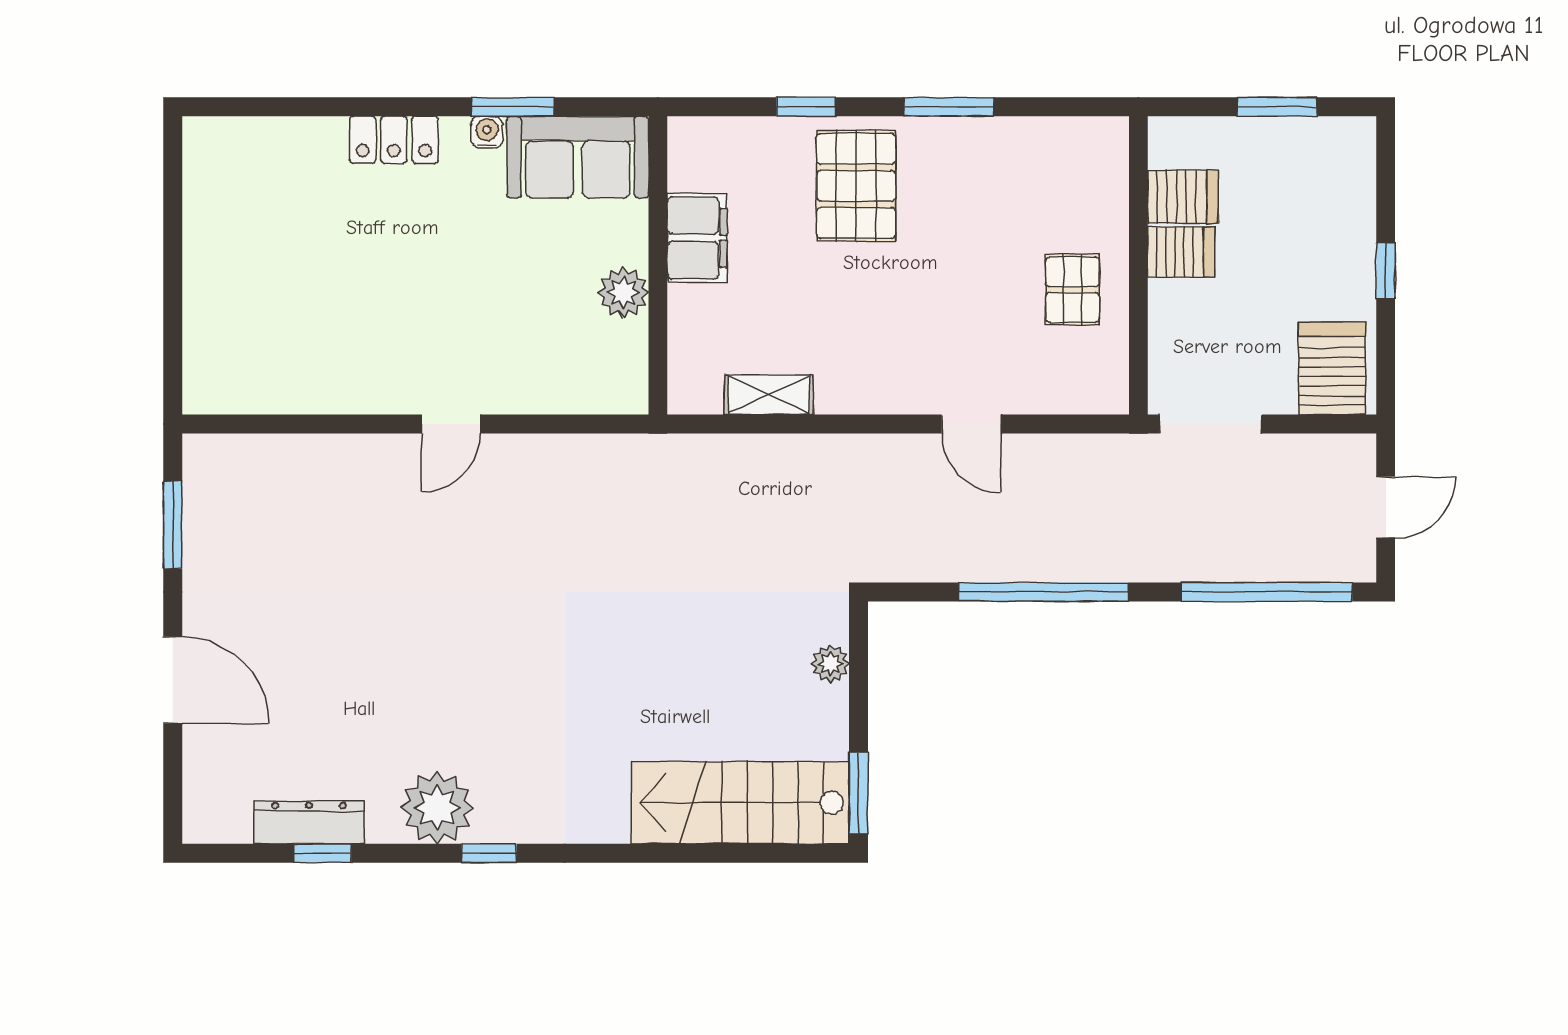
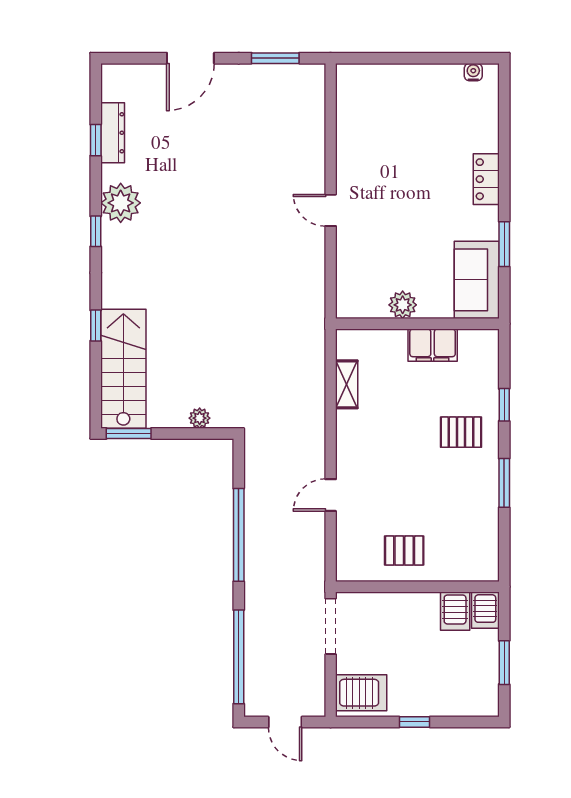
water cooler: (487, 132) -> (473, 72), moved, turned -90
pallet: (856, 186) -> (461, 432), width x0.67, depth x0.71
server rack: (1181, 252) -> (485, 610), moved
window: (661, 853) -> (96, 326), added

